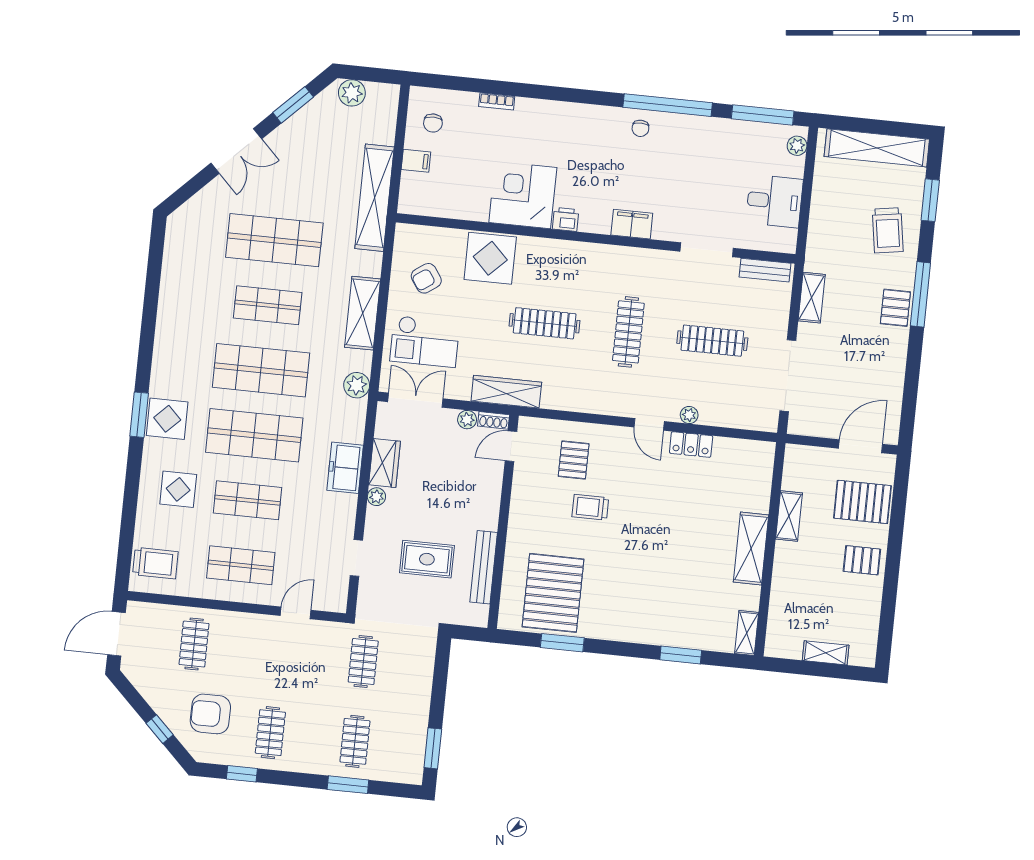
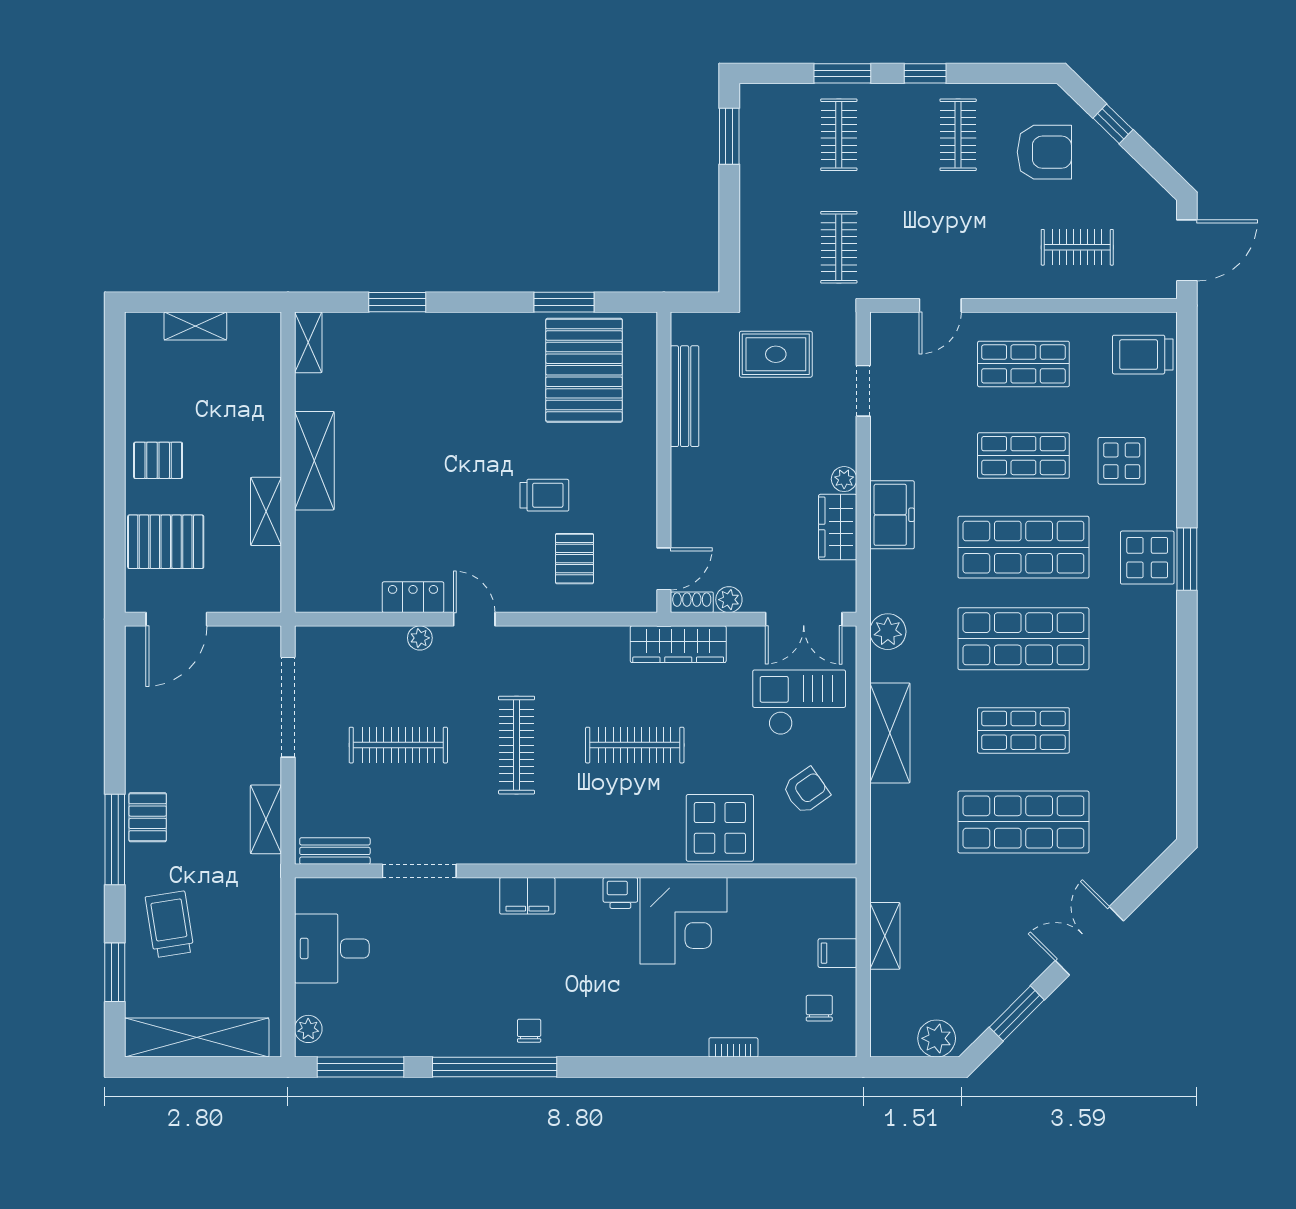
shelving: (375, 198) -> (885, 936), width x0.45, depth x0.75
rug: (427, 559) -> (776, 354), moved
clothes rail: (194, 644) -> (1077, 247), turned 90
window: (242, 774) -> (925, 73), moved

